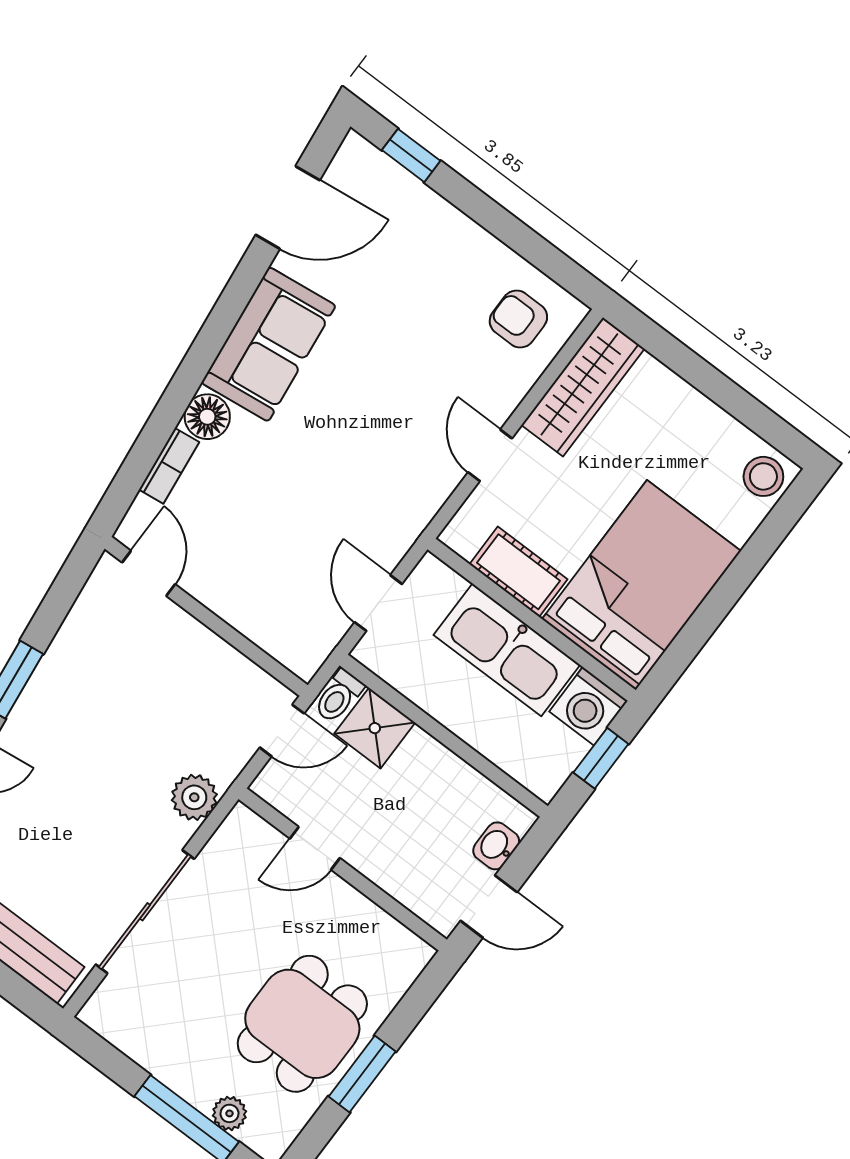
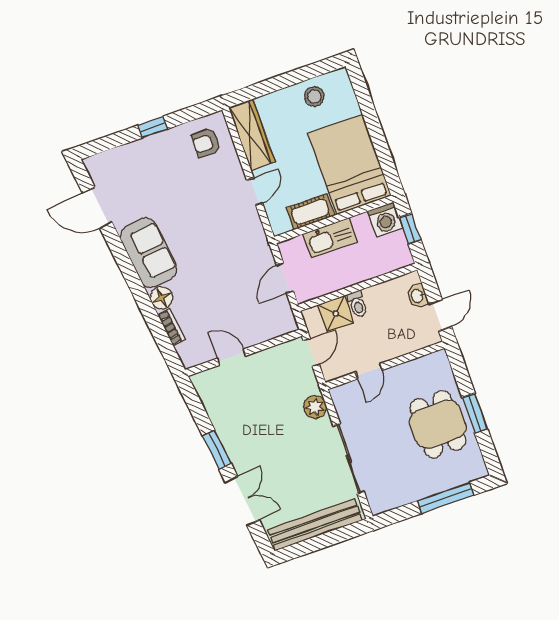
window: (411, 155) -> (153, 127), moved
door: (288, 208) -> (97, 207), swing flipped
door: (490, 455) -> (255, 192), swing flipped
stool: (763, 476) -> (314, 96), moved
door: (149, 573) -> (232, 357), moved
door: (378, 603) -> (285, 278), hinge flipped
kitchen sink: (507, 650) -> (330, 238), width x0.73, depth x0.81
toilet: (339, 696) -> (357, 304), moved
plant: (229, 1113) -> (455, 479), removed

